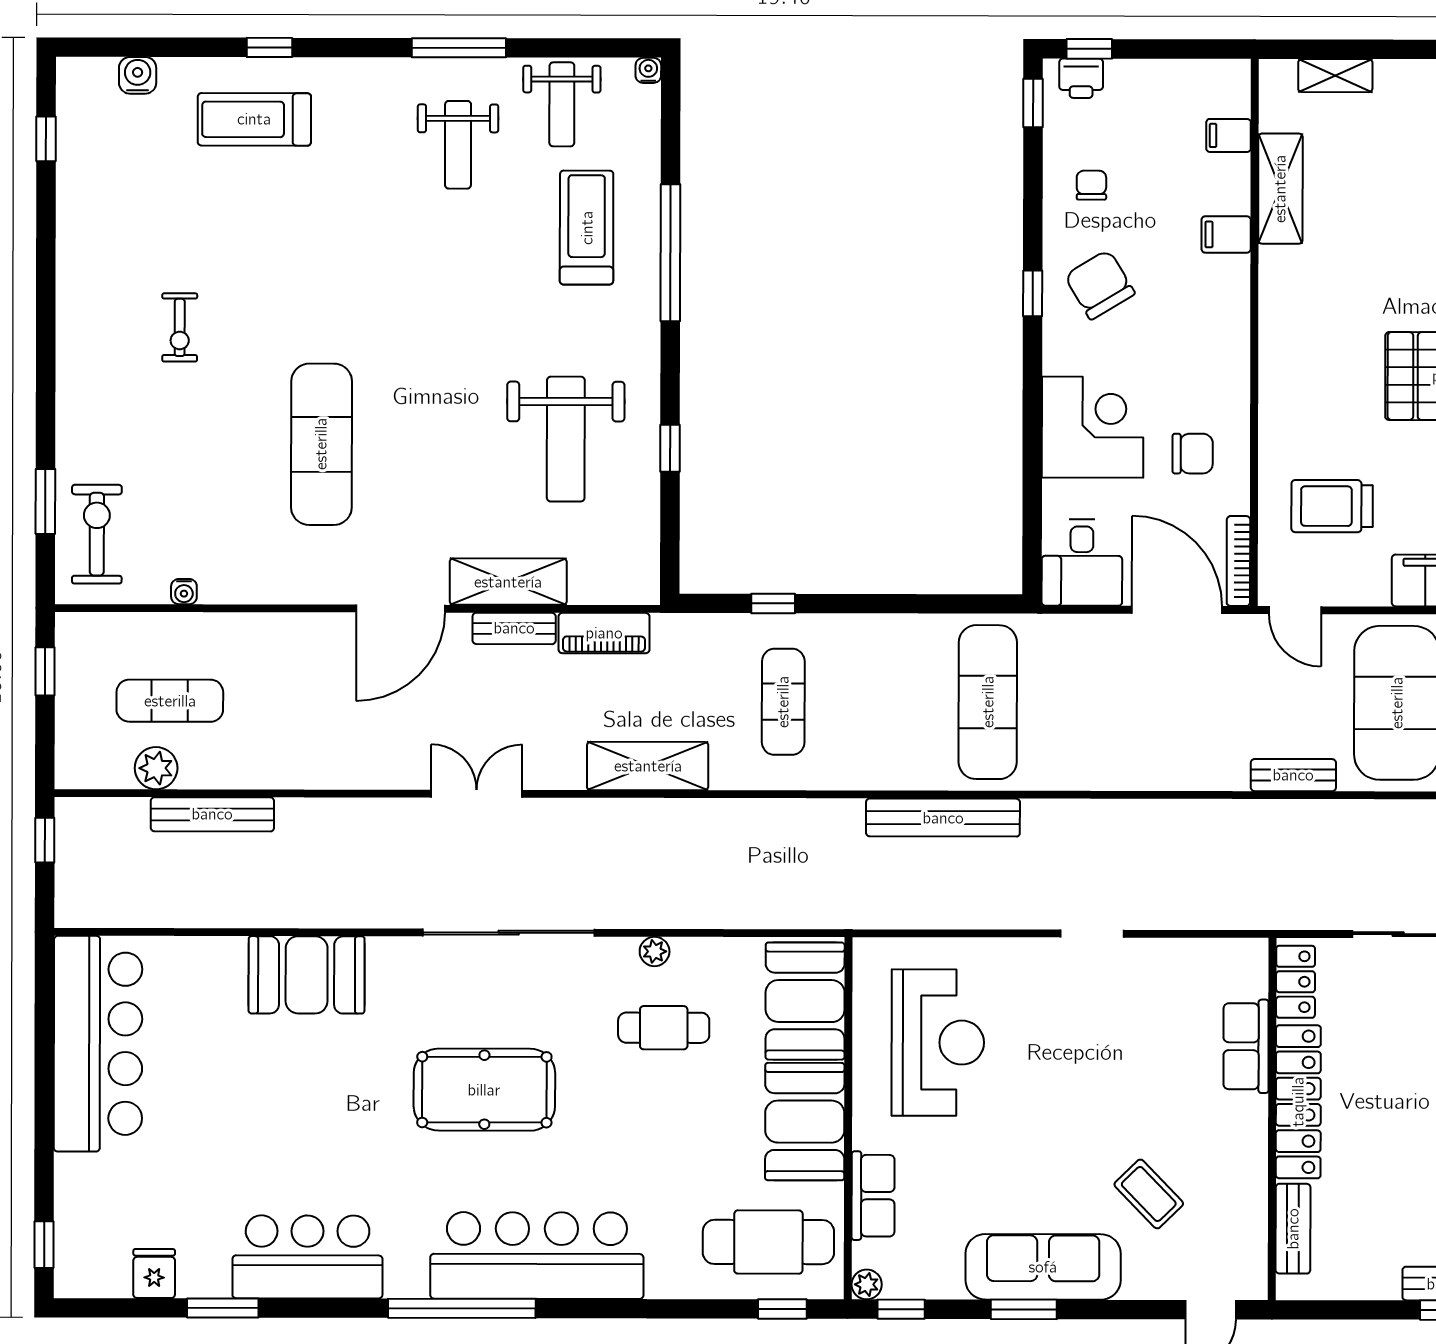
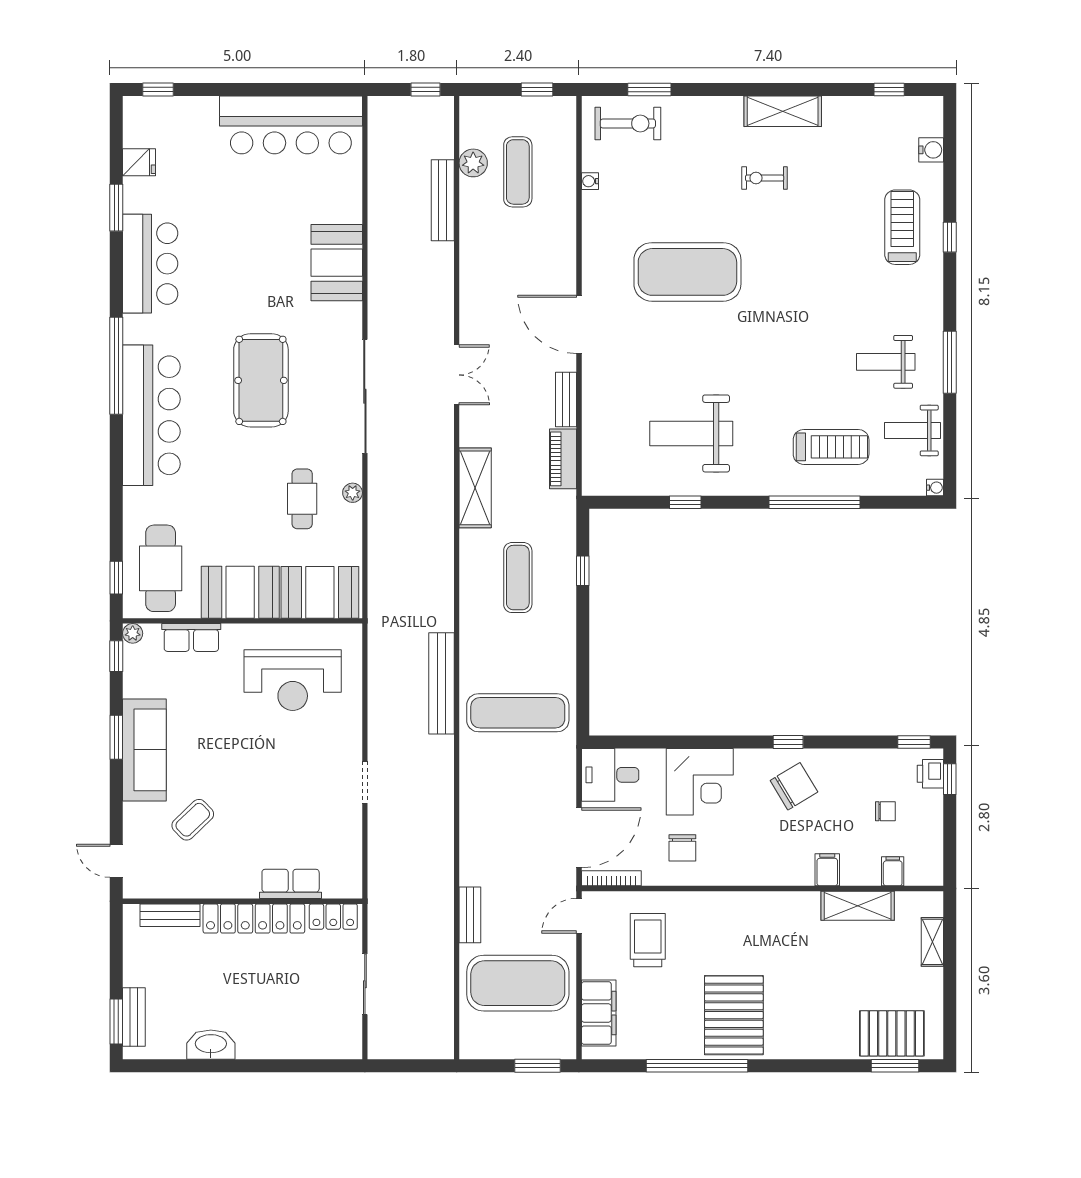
chair: (1091, 185) -> (885, 811), moved
exercise mat: (321, 444) -> (687, 272), width x1.47
shelving: (508, 582) -> (783, 111), moved, turned 90
exercise mat: (783, 702) -> (518, 578), turned 90

